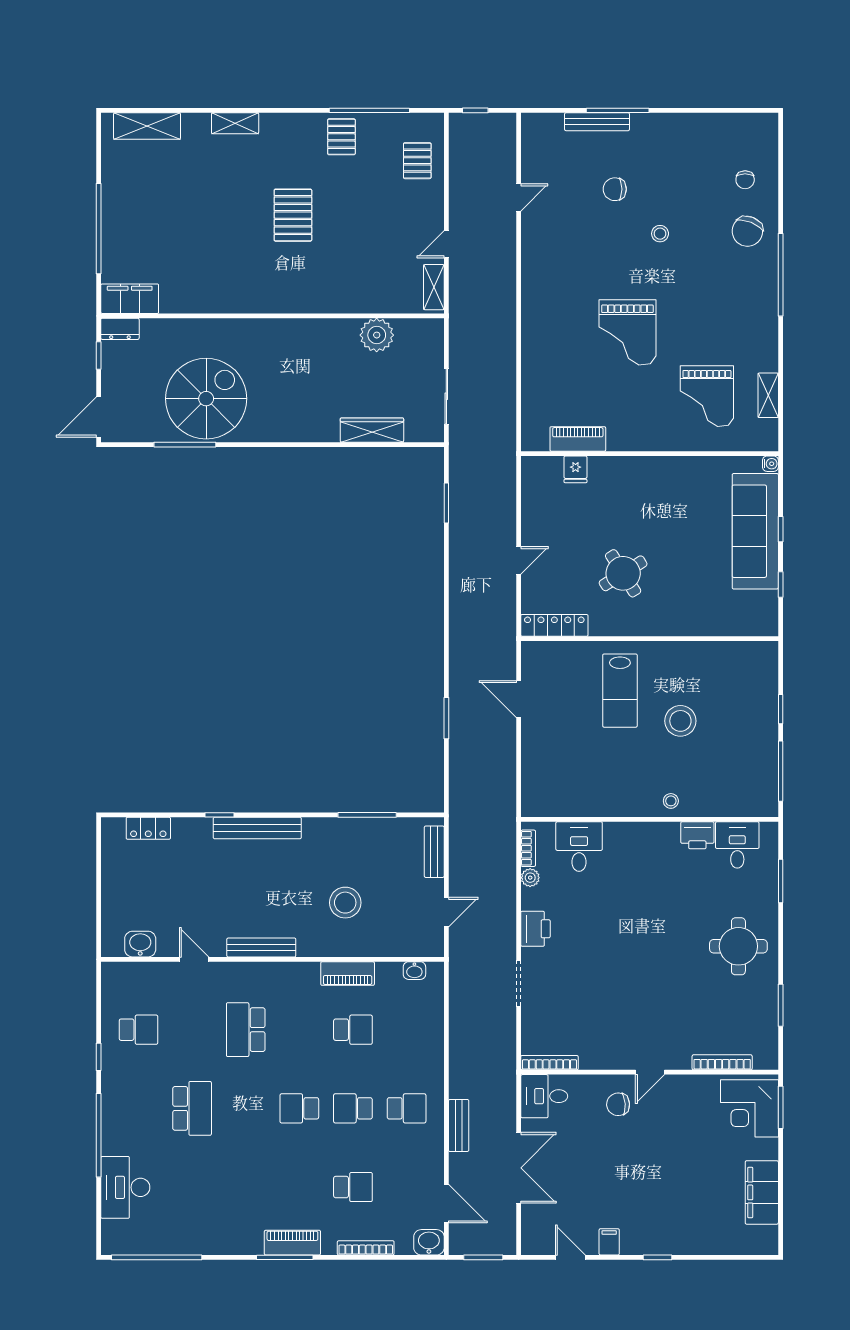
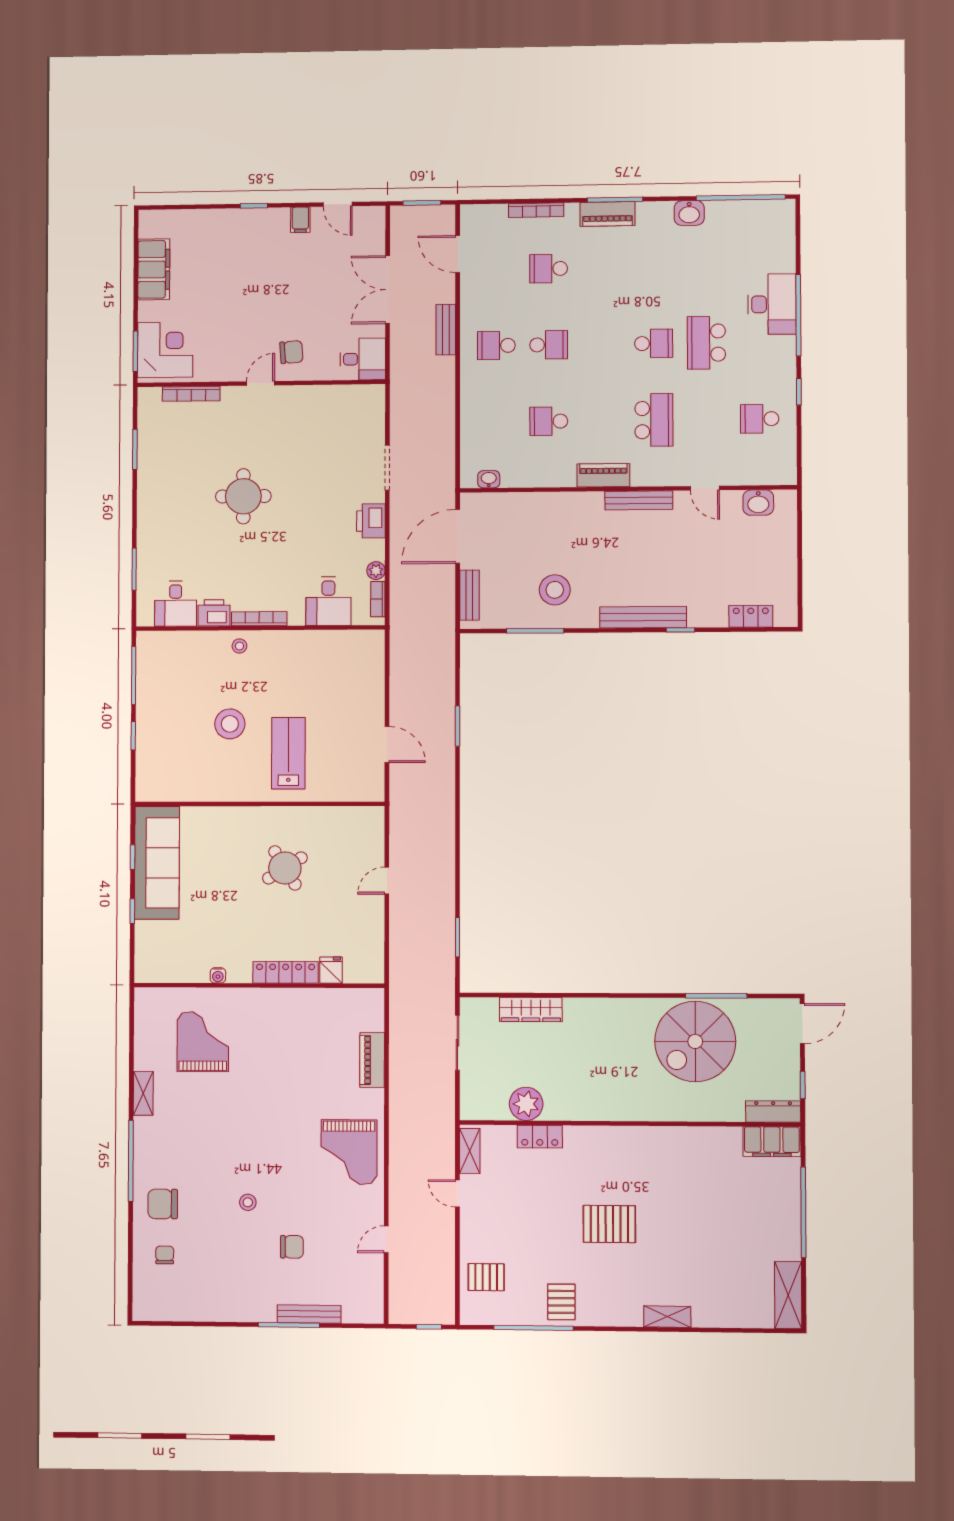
shelving: (147, 126) -> (788, 1295), moved, turned 90
pallet: (417, 161) -> (486, 1277), turned 90
pallet: (293, 215) -> (609, 1224), turned 90
chair: (747, 231) -> (163, 1204), turned -112
door: (446, 244) -> (457, 1194), swing flipped
locker: (363, 302) -> (540, 1137), added
dresser: (120, 329) -> (773, 1112), width x1.44
grand piano: (627, 332) -> (349, 1152), moved, turned 180
shelving: (768, 395) -> (143, 1093), moved
piano: (578, 439) -> (372, 1060), moved, turned 90
water cooler: (770, 464) -> (218, 975), moved, turned -90
sofa: (755, 531) -> (157, 863), moved
locker: (554, 625) -> (286, 972), moved, turned 180
stool: (345, 903) -> (555, 590), moved
door: (446, 912) -> (458, 536), width x1.87
round table: (738, 946) -> (243, 496), moved
piano: (348, 974) -> (603, 475), moved
bookcase: (549, 1063) -> (259, 619), moved, turned 180
school desk: (299, 1108) -> (654, 343), moved
desk: (125, 1187) -> (772, 304), moved
washbasin: (429, 1242) -> (689, 213), moved

